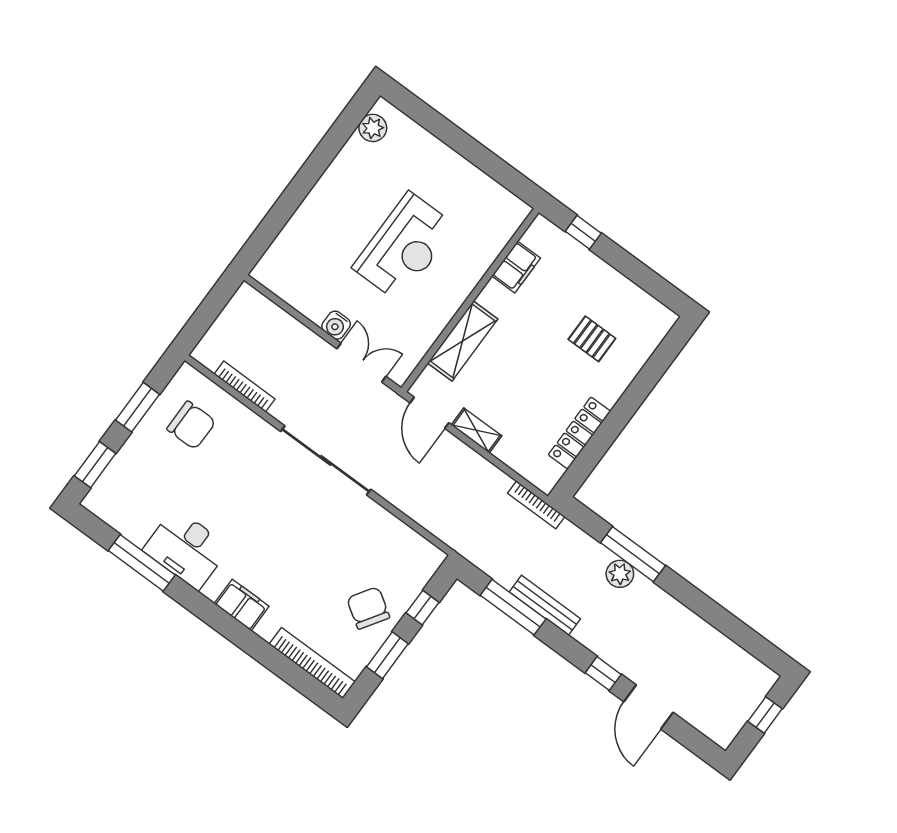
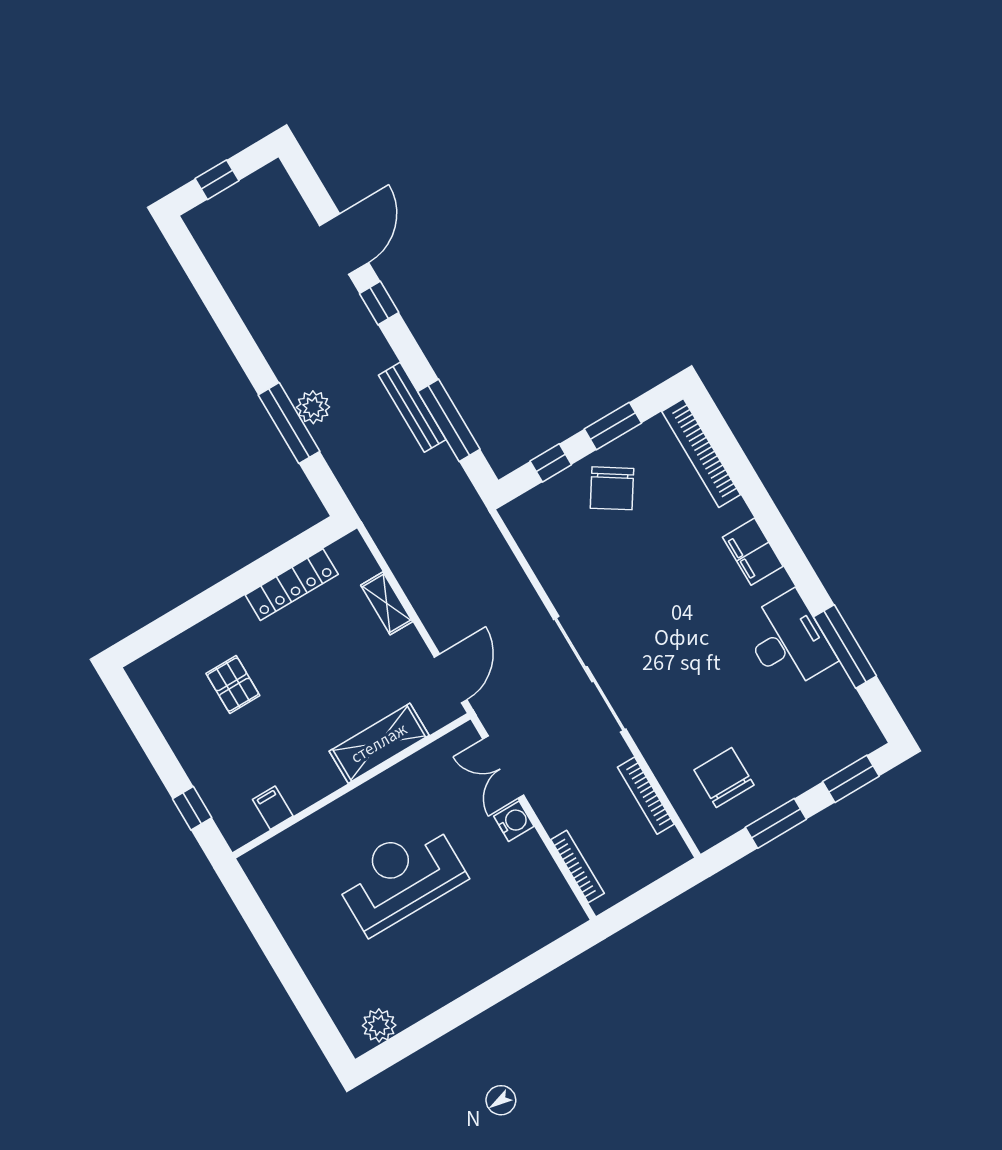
filing cabinet: (516, 267) -> (273, 808), width x0.50
shelving: (476, 430) -> (387, 603), moved
bookcase: (536, 505) -> (577, 866), moved

